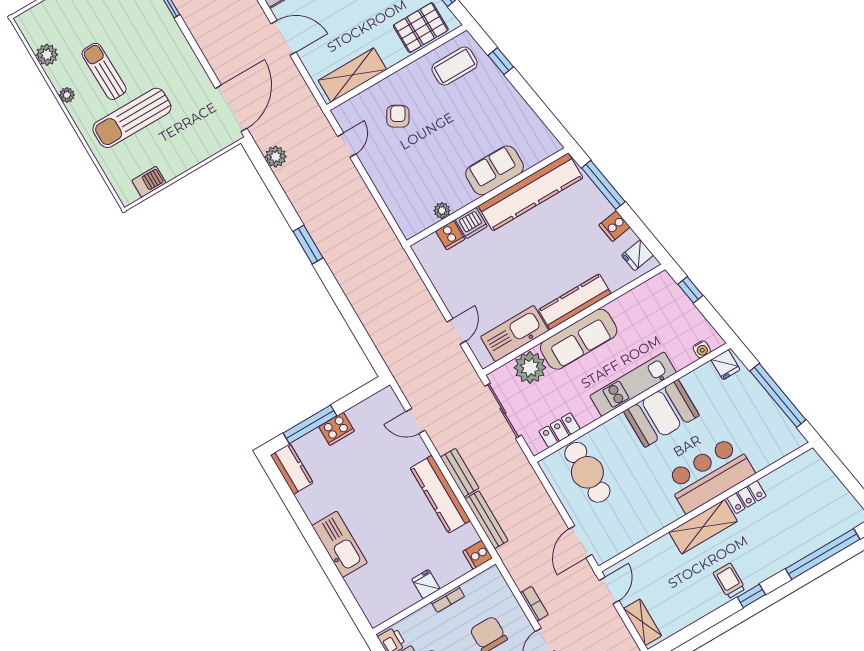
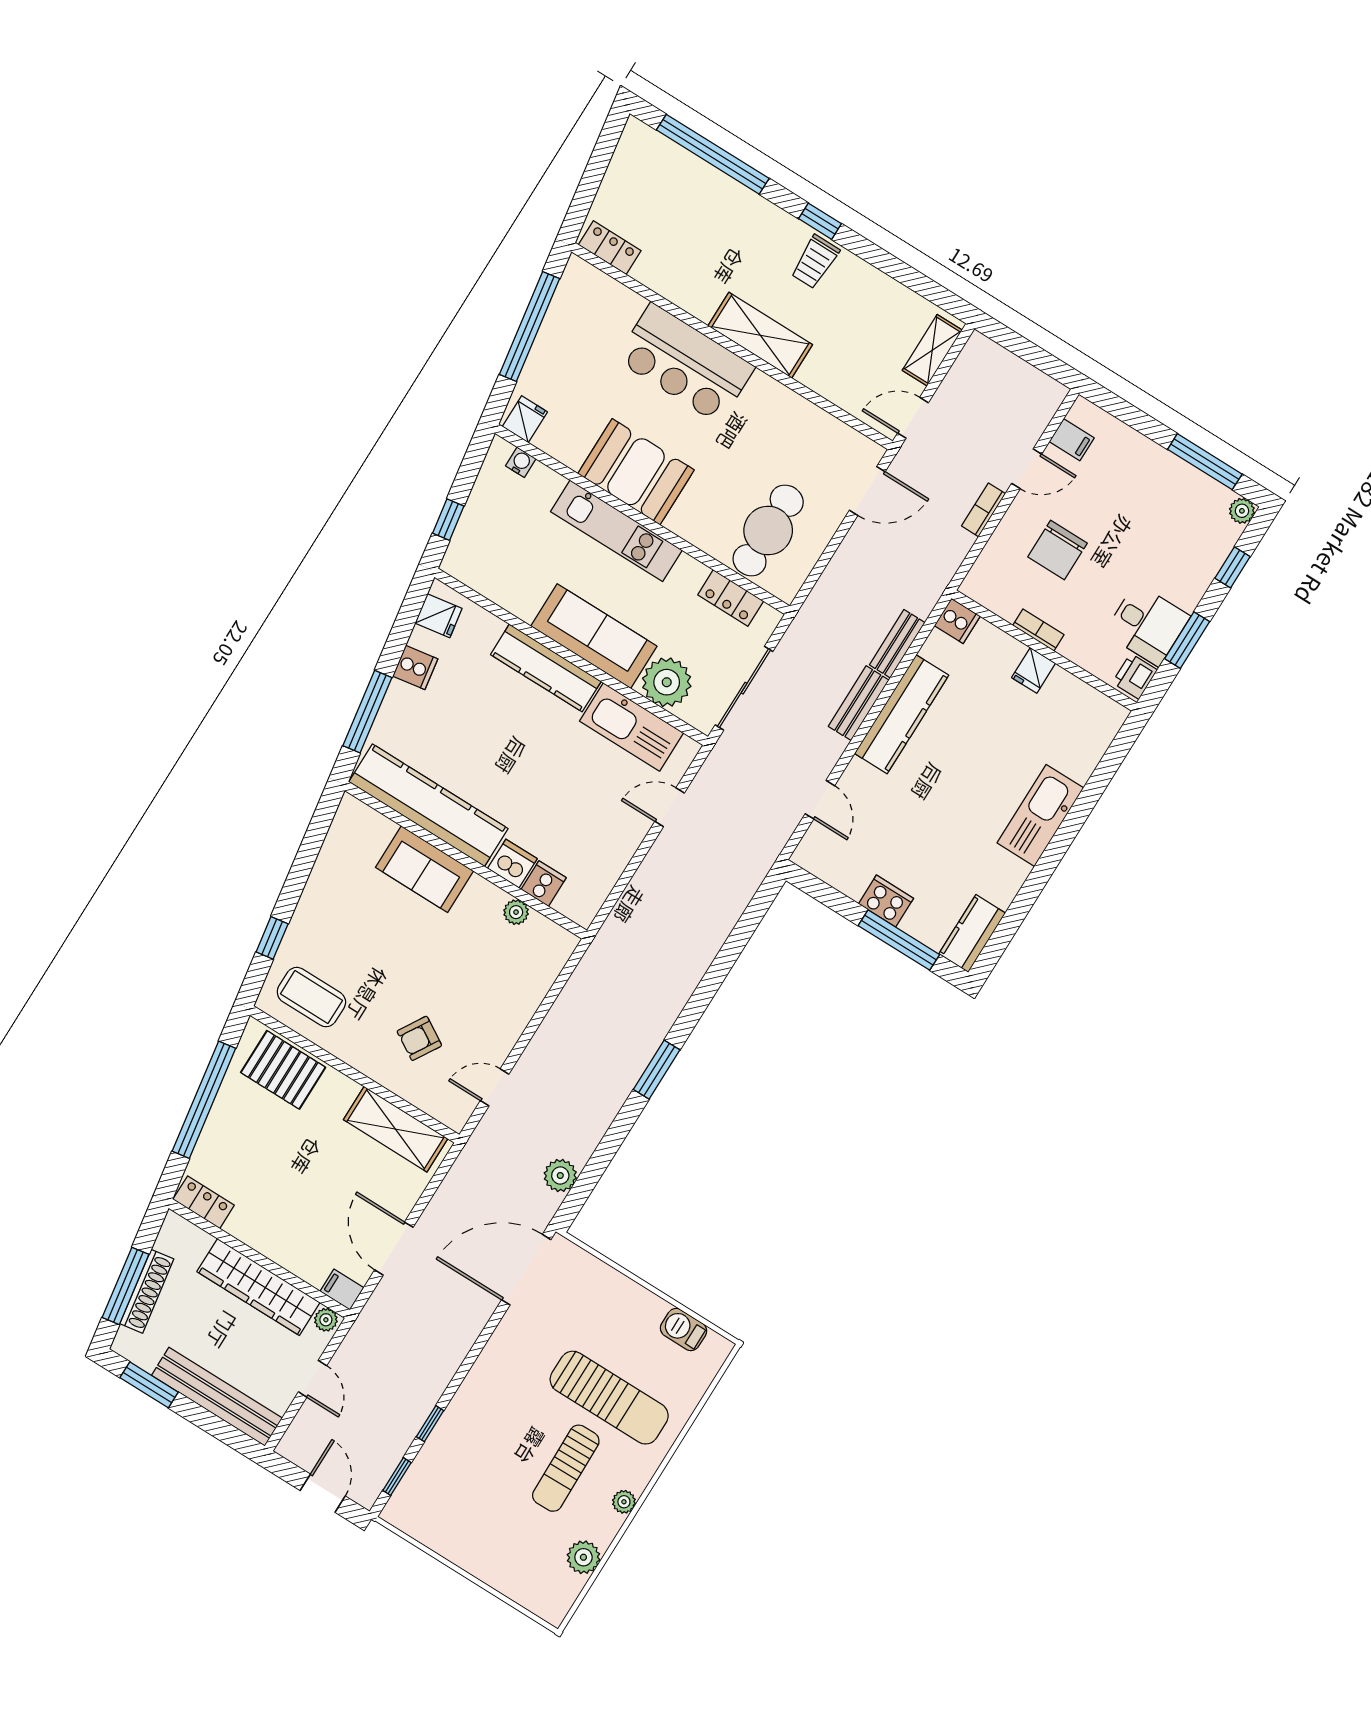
locker: (747, 497) -> (610, 248), moved
bench: (487, 520) -> (897, 644), width x0.73

